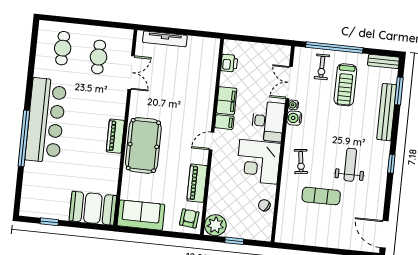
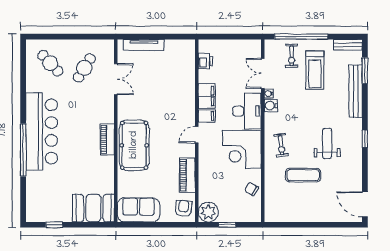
cafe table: (63, 48) -> (50, 63), turned -43
cafe table: (99, 57) -> (84, 68), turned 32

